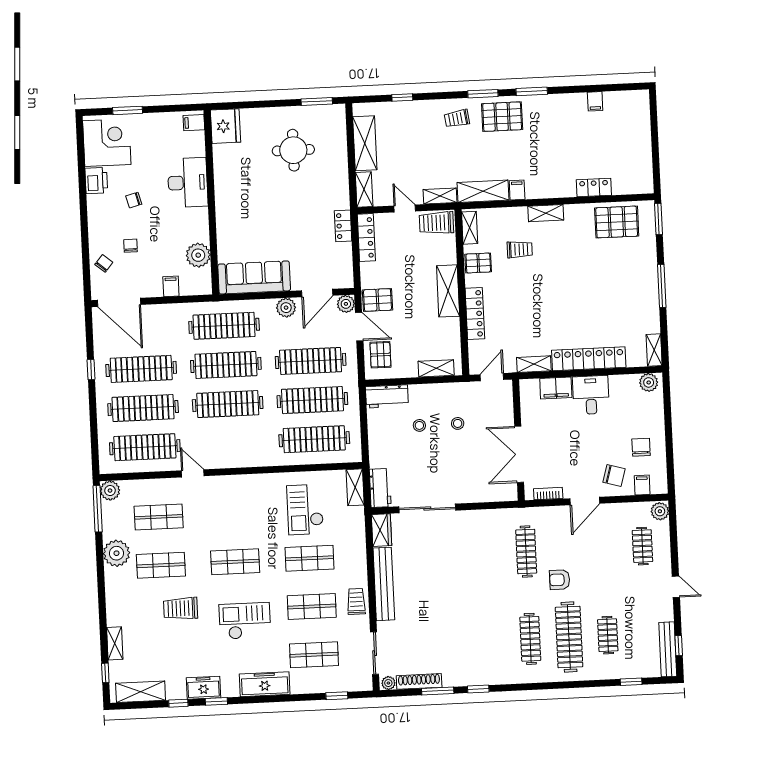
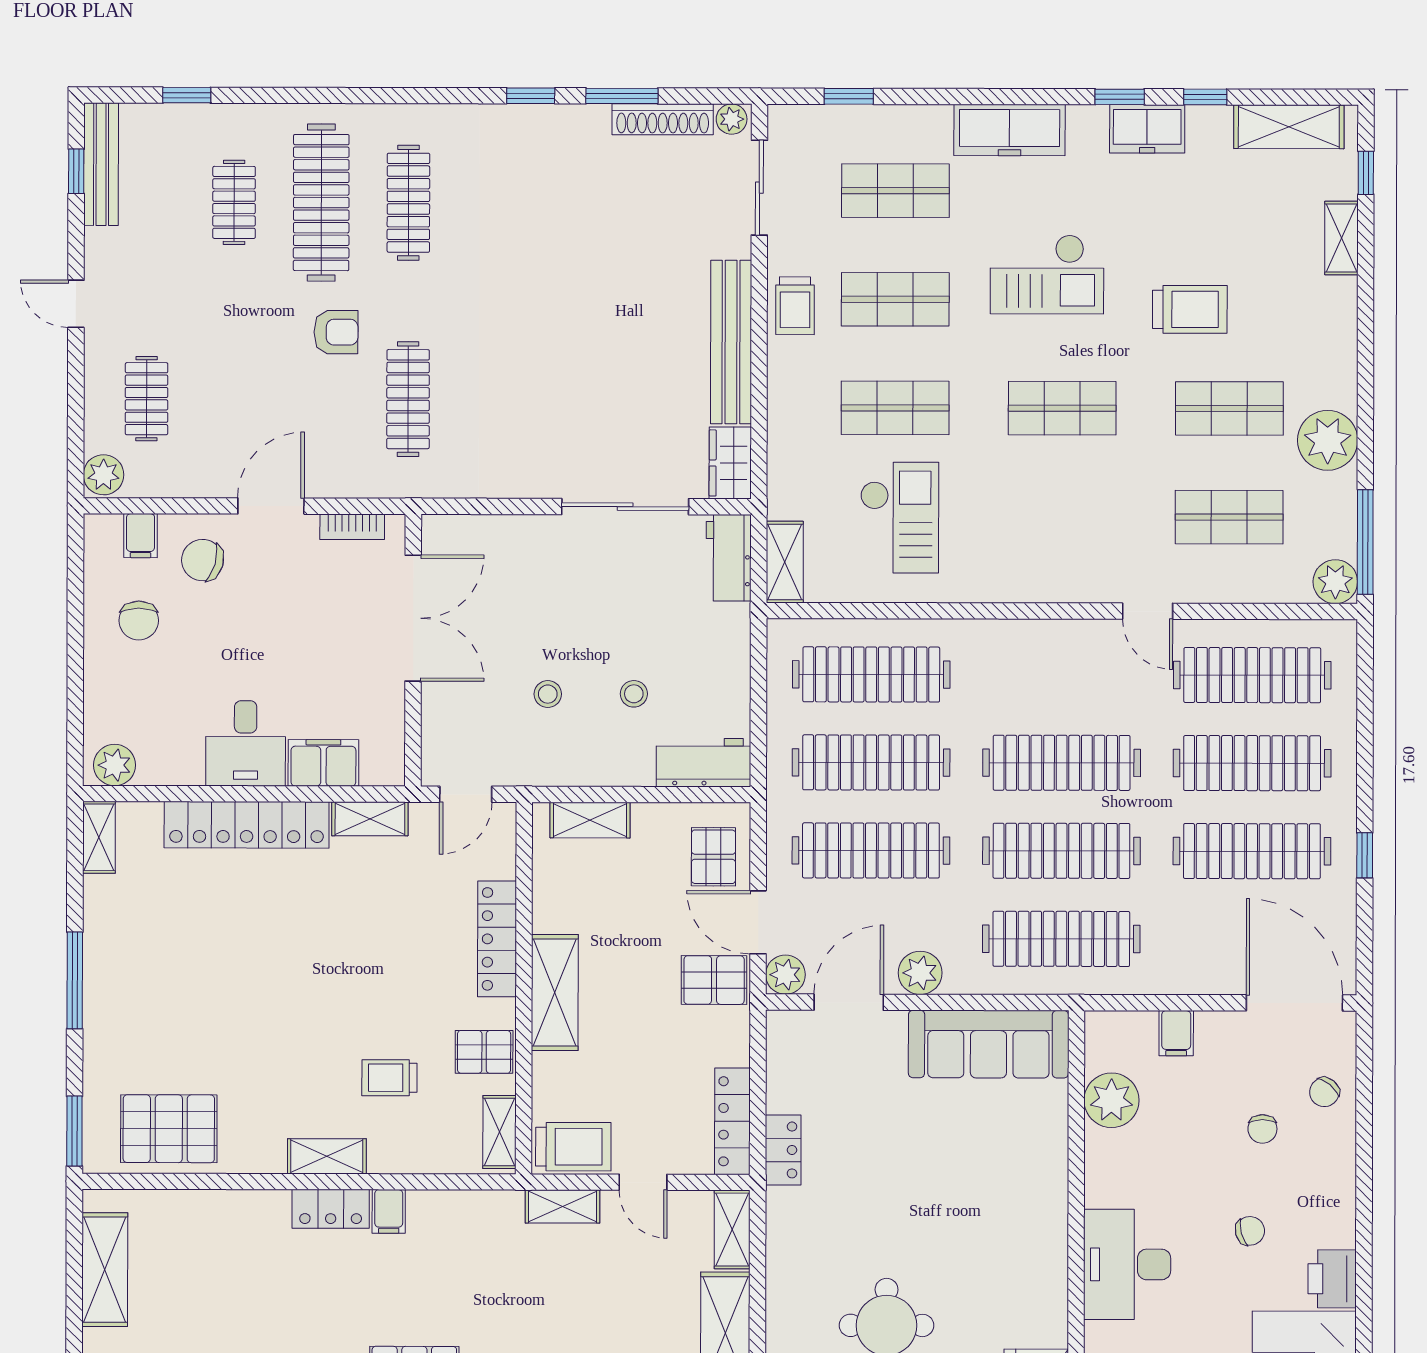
locker: (594, 187) -> (331, 1209), moved
shelving: (483, 191) -> (105, 1270), moved, turned 90

